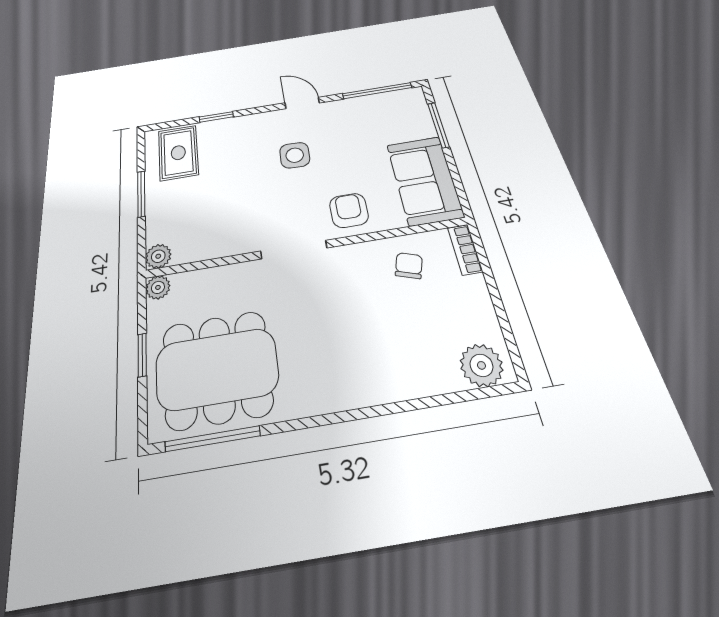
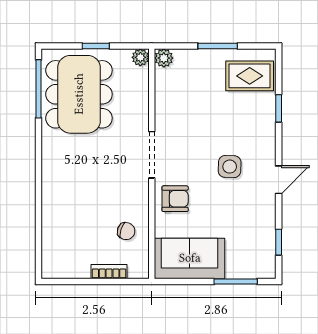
window: (377, 91) -> (279, 242), width x0.46
bookcase: (465, 250) -> (109, 272), moved
plant: (481, 365) -> (54, 259), removed

